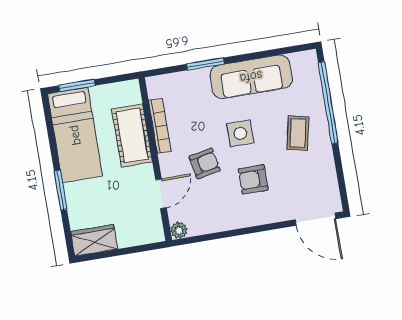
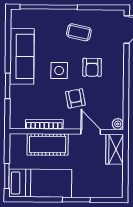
coffee table: (298, 133) -> (79, 32), moved
wardrobe: (94, 240) -> (115, 149), moved

